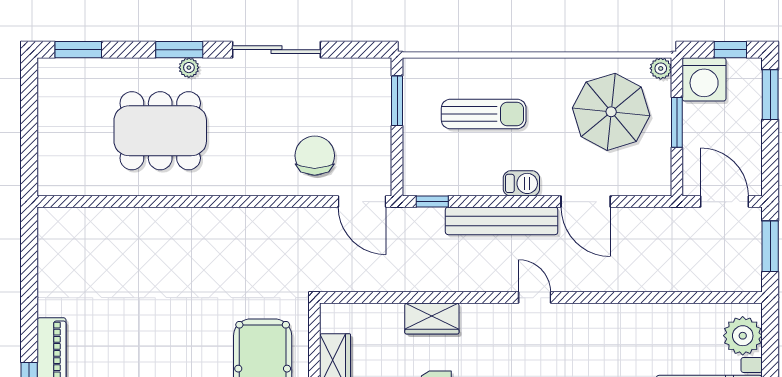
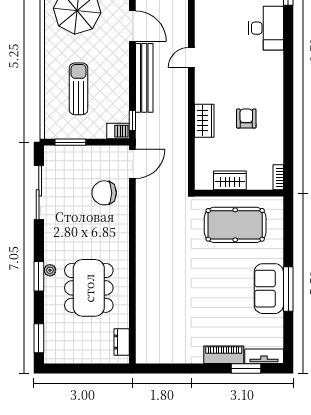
sliding door: (277, 50) -> (39, 193), moved
barbecue: (521, 183) -> (118, 131), moved, turned 90
dresser: (72, 184) -> (122, 342), added
door: (586, 202) -> (132, 26), hinge flipped

